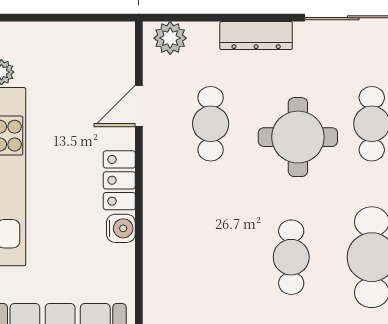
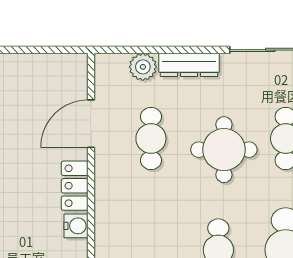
plant: (170, 38) -> (143, 67), moved
door: (139, 106) -> (91, 124), width x1.38

